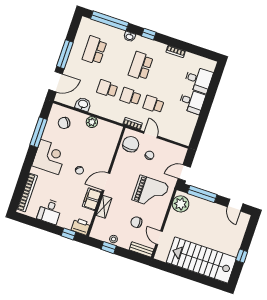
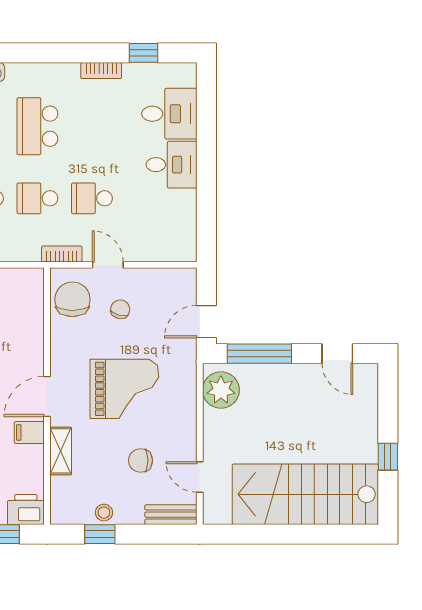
window: (149, 34) -> (143, 53), moved
grand piano: (150, 192) -> (124, 389), moved
filing cabinet: (92, 199) -> (29, 432), width x0.50

